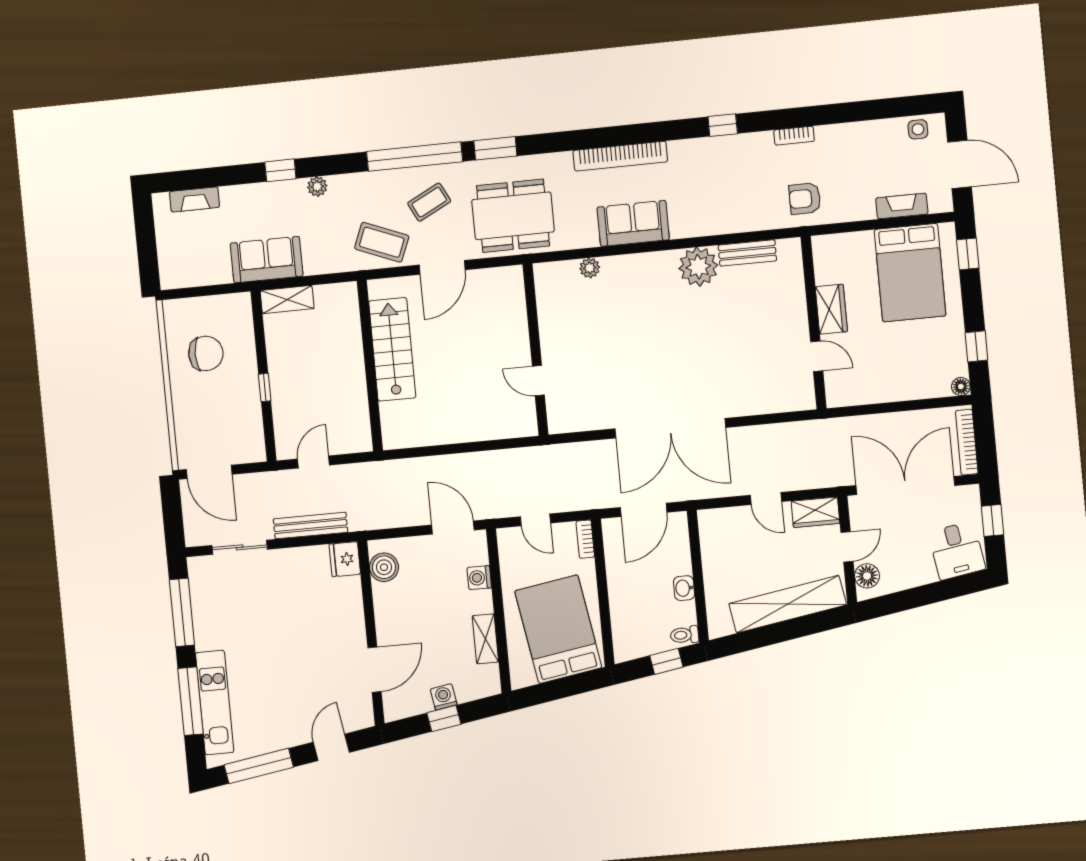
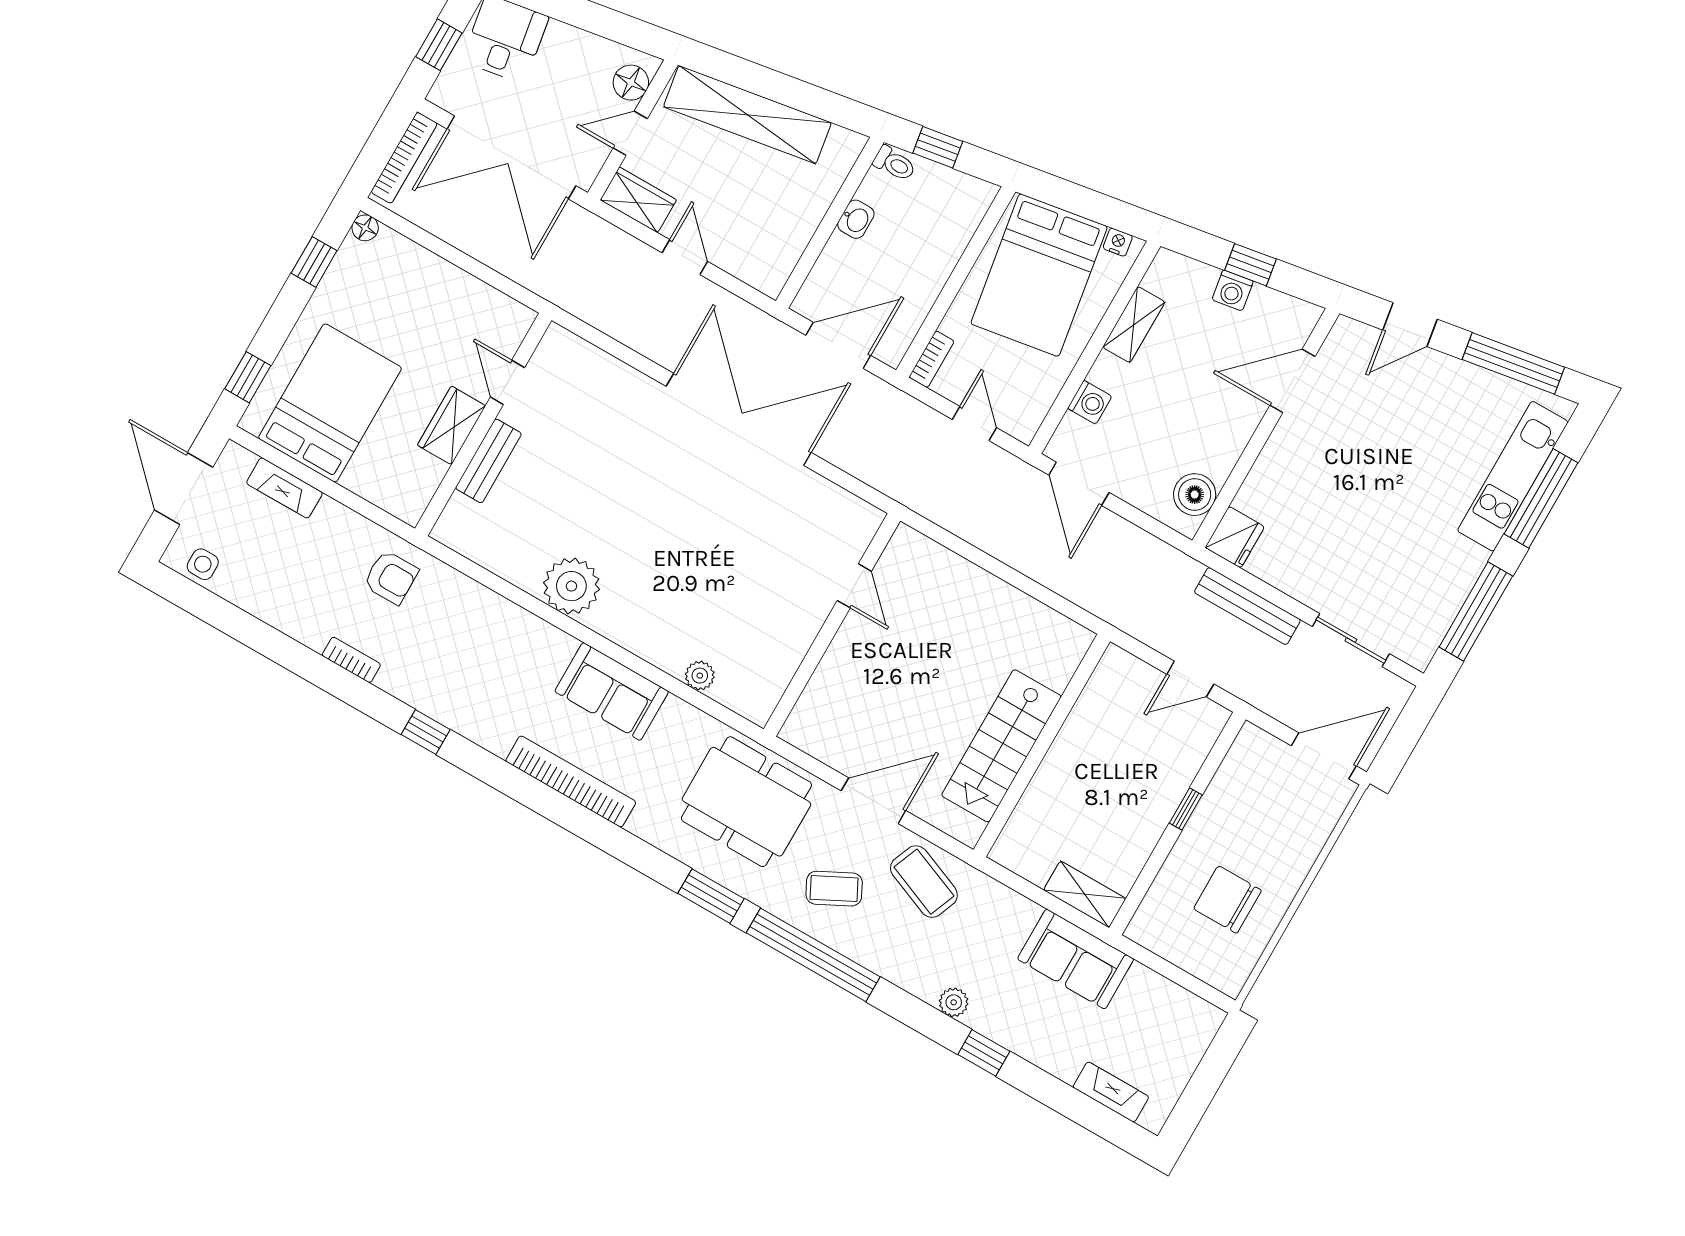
bench: (747, 253) -> (488, 461), moved, turned 90
door: (209, 472) -> (1324, 756), hinge flipped
nightstand: (527, 679) -> (1118, 242), added

